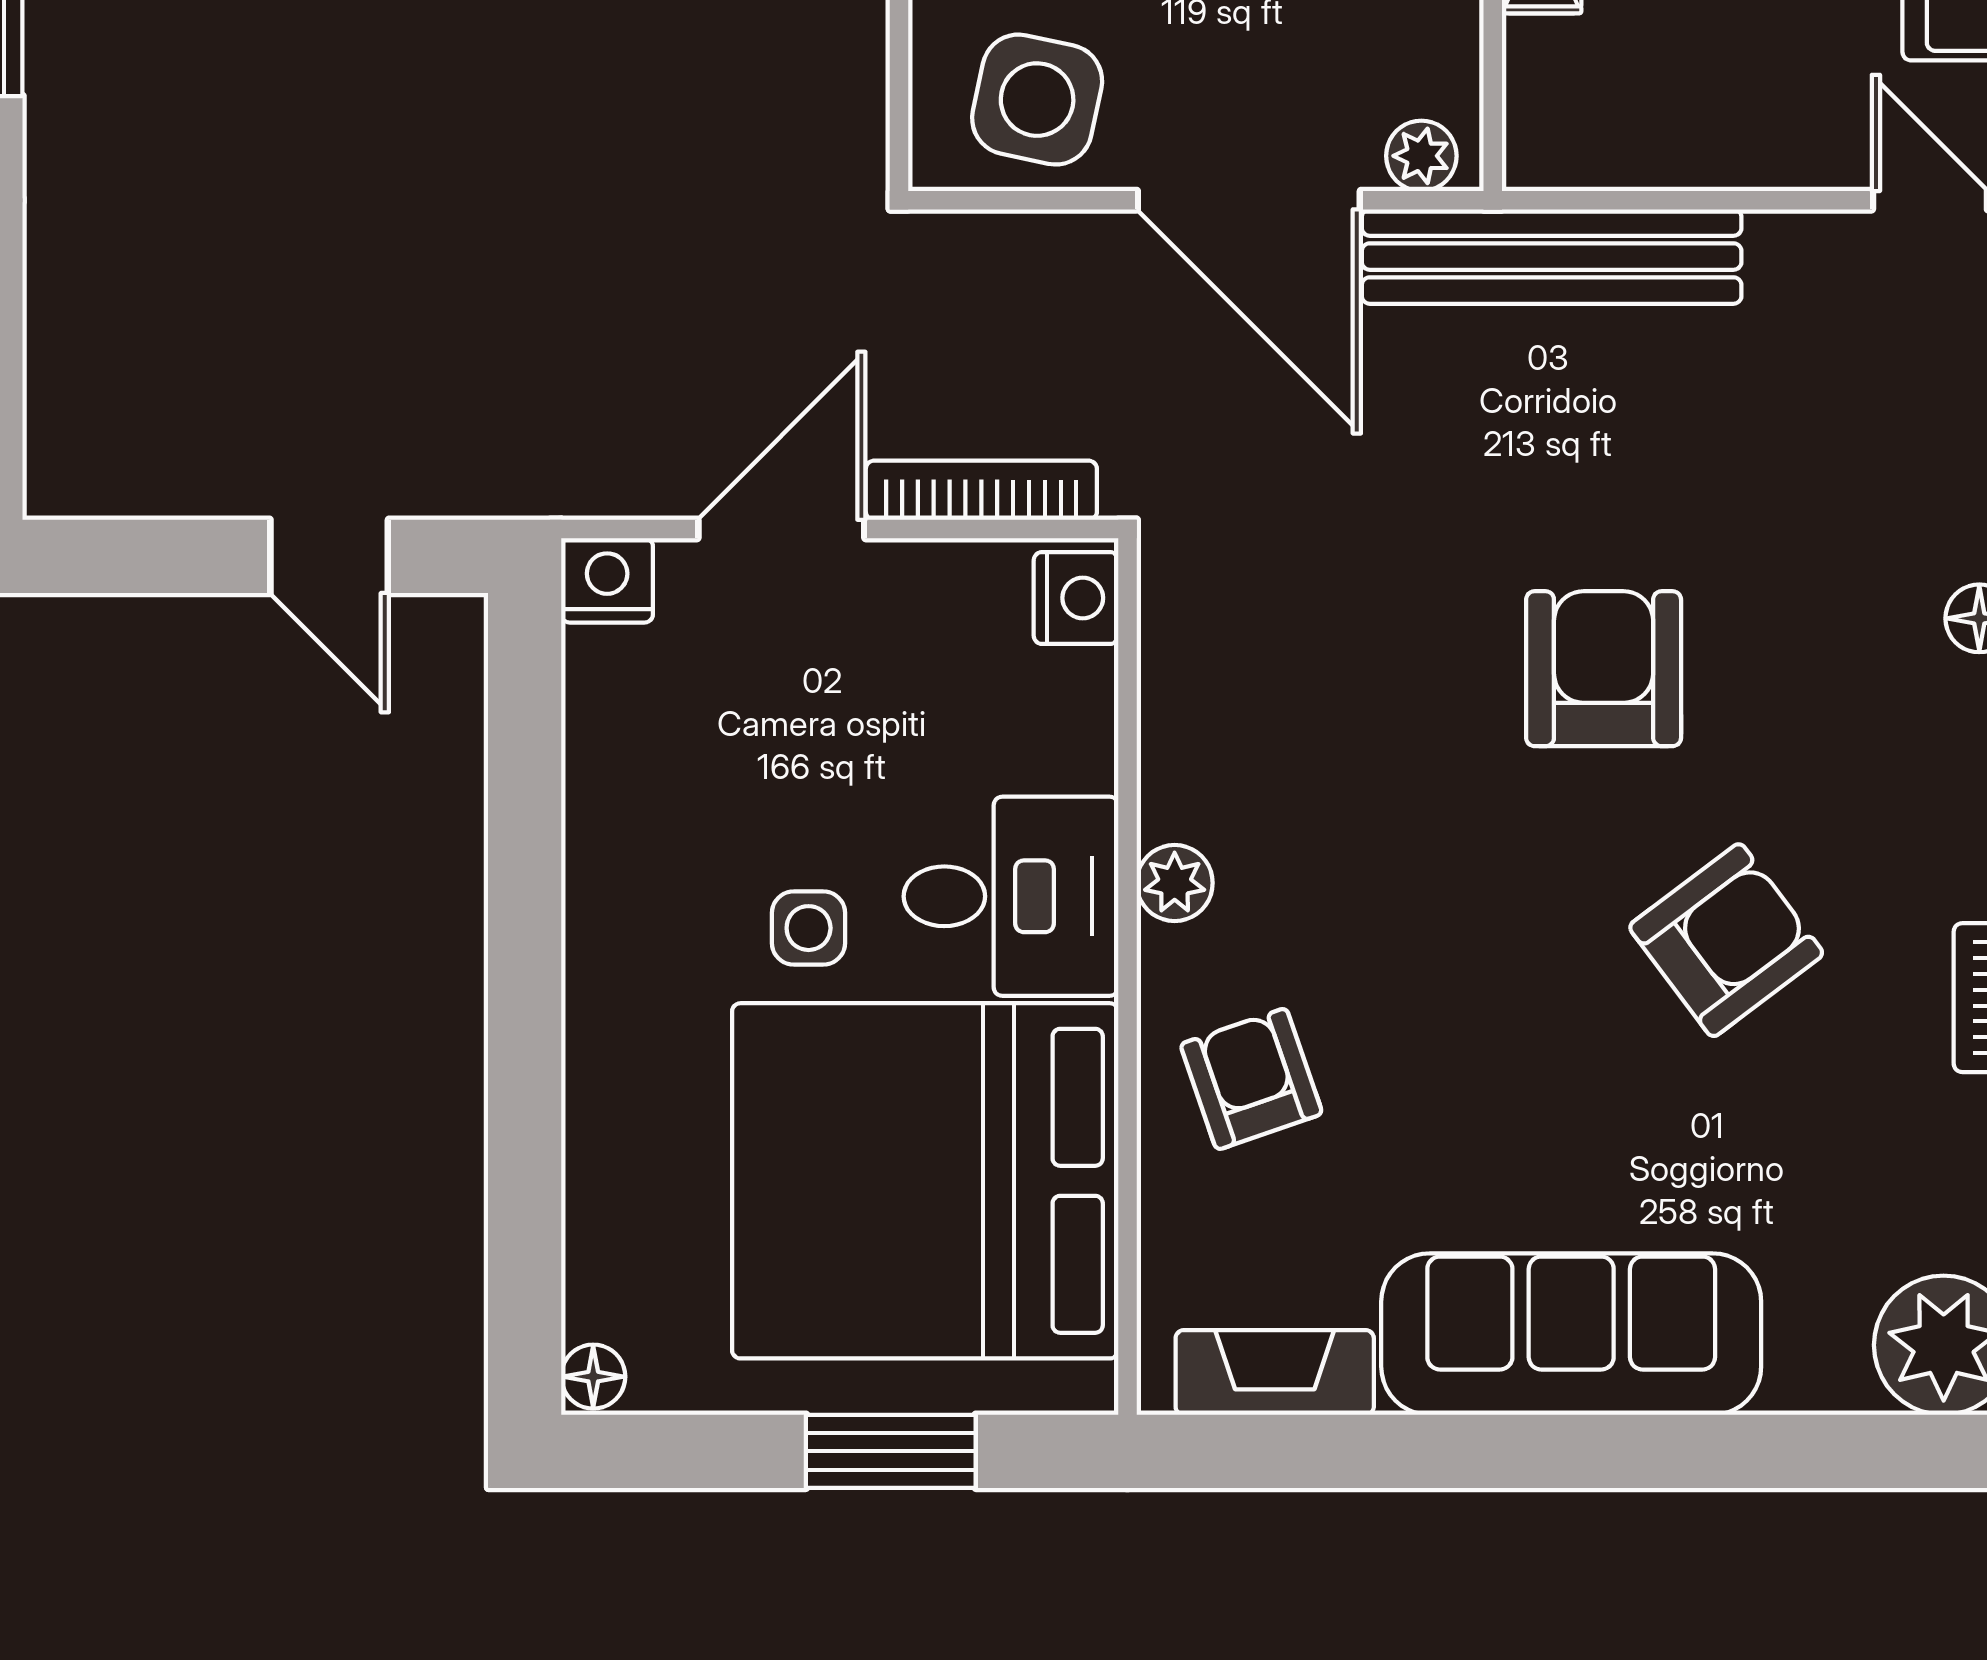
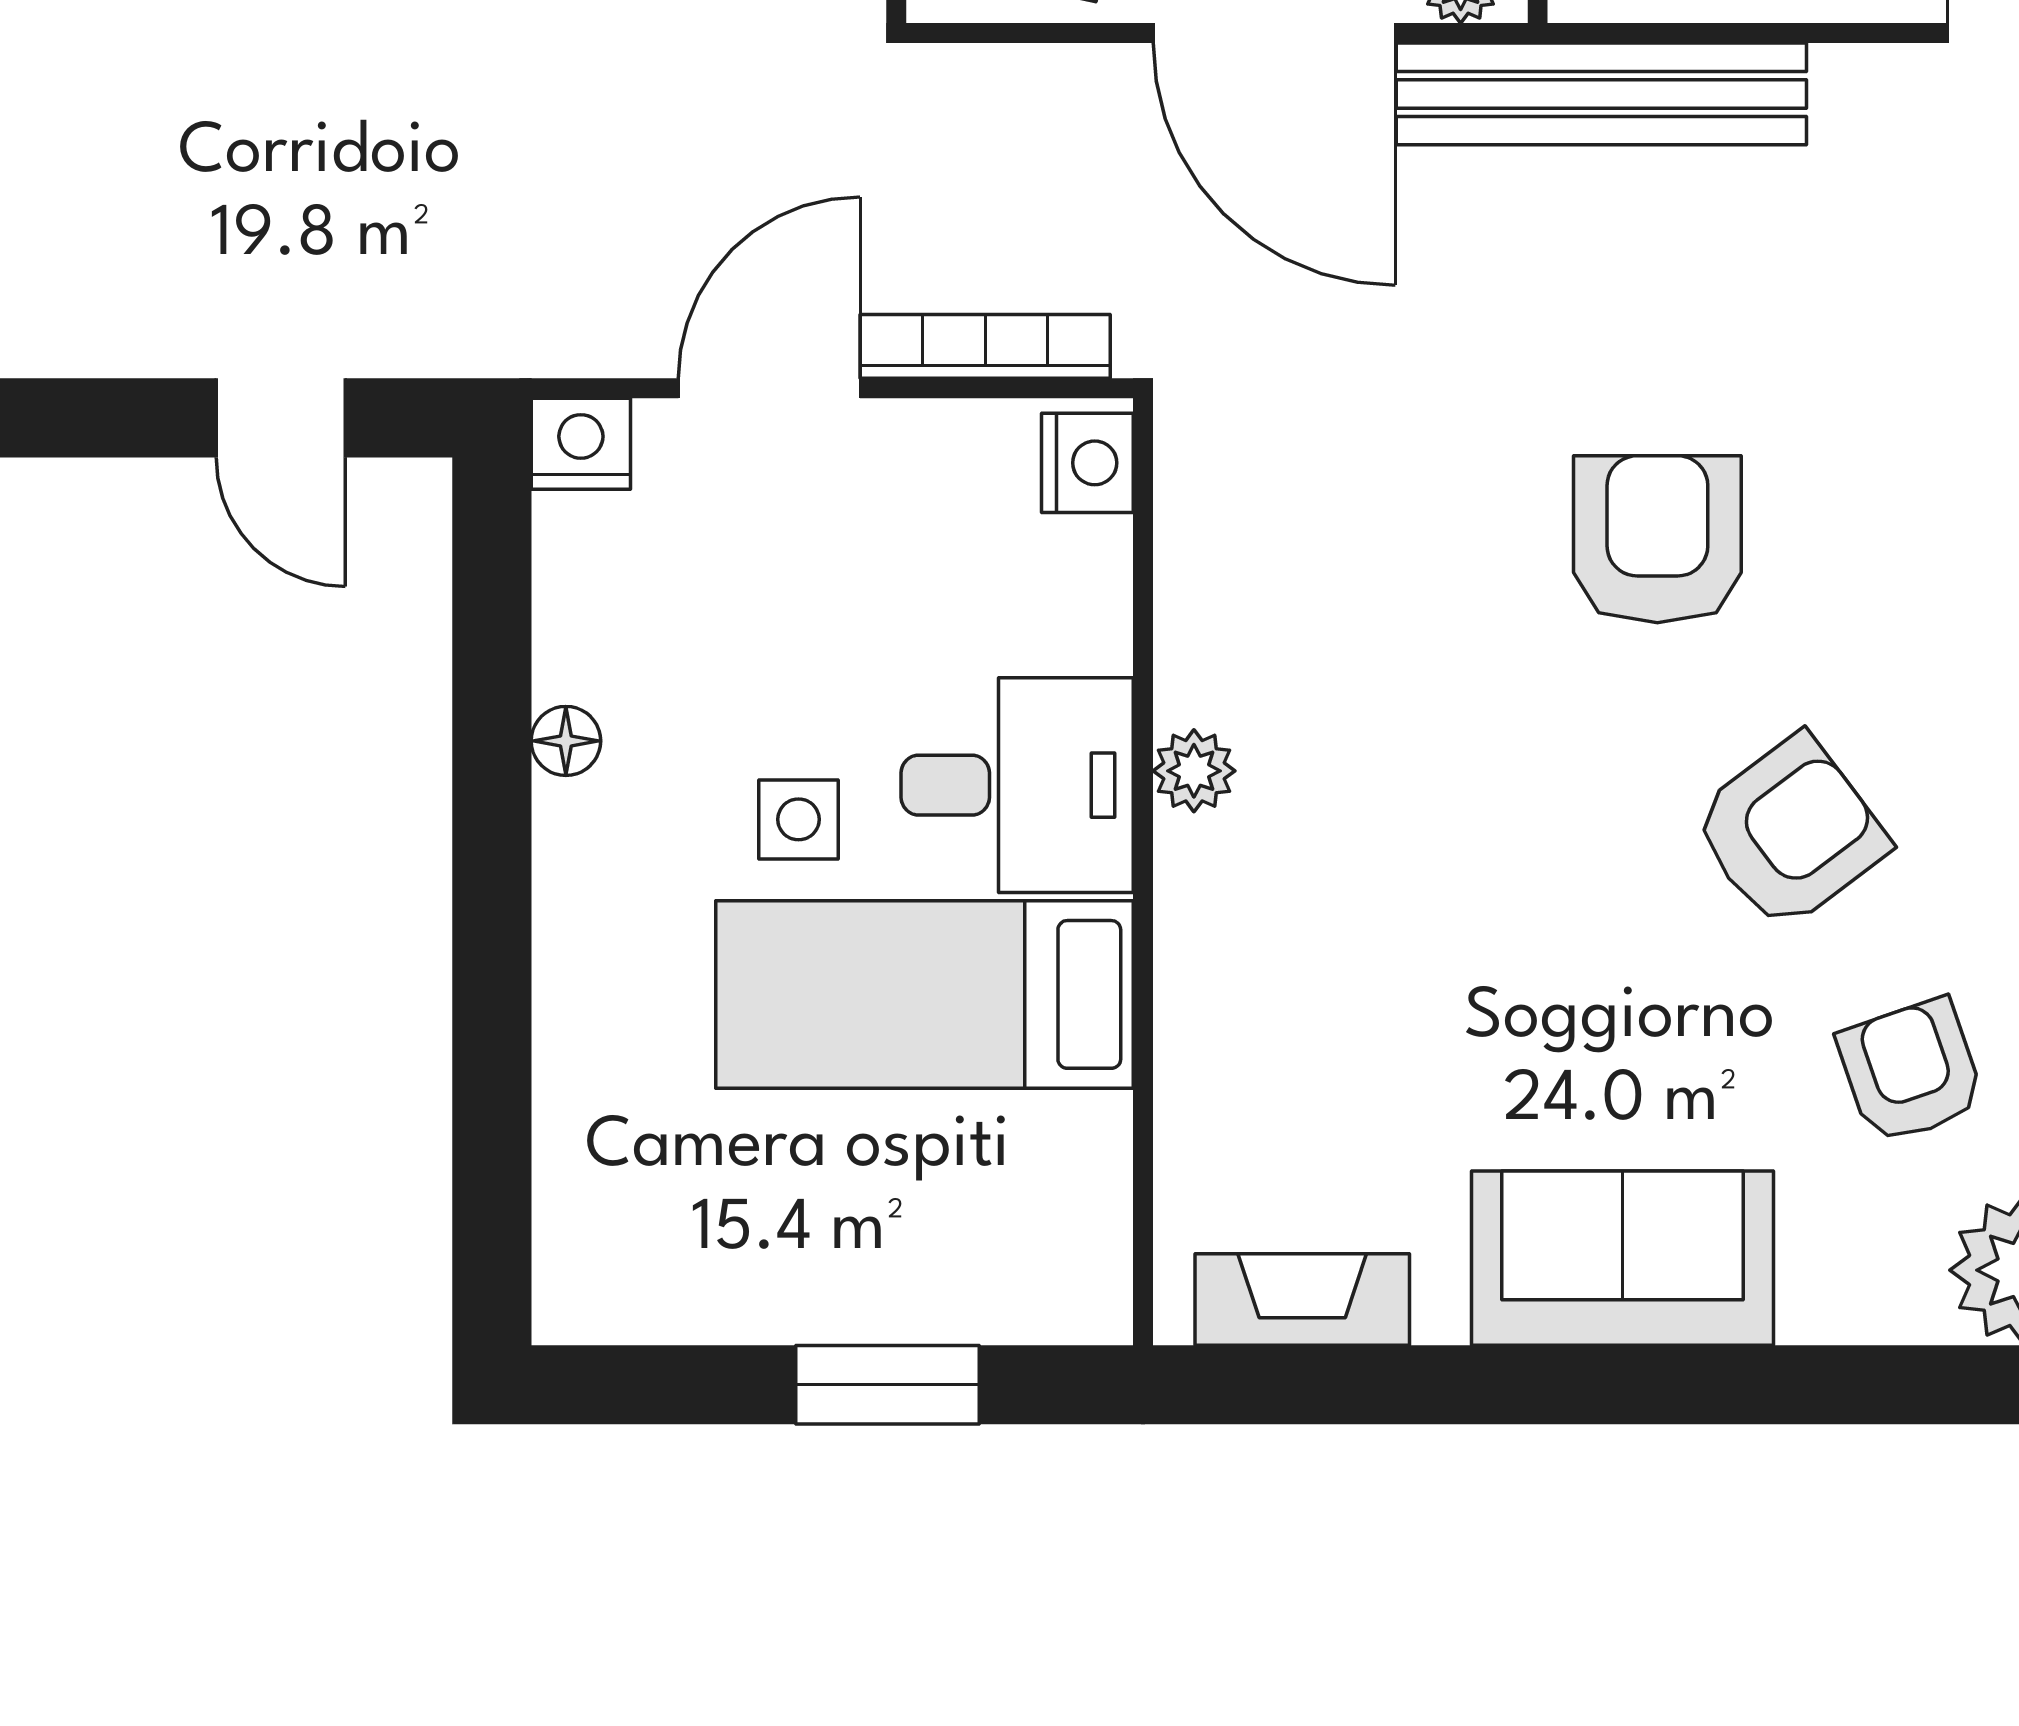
armchair: (1251, 1079) -> (1911, 1071), moved
bed: (925, 1181) -> (924, 994), width x0.49
sofa: (1571, 1334) -> (1622, 1258), width x0.73
floor lamp: (593, 1377) -> (566, 741), moved

